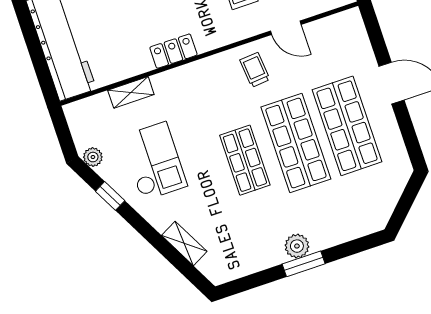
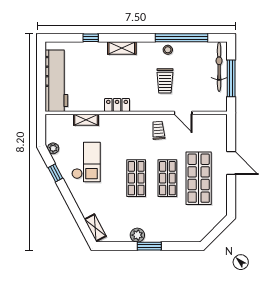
shop shelf: (296, 143) -> (167, 178), width x0.70, depth x0.74
shelving: (184, 243) -> (95, 228), moved
plant: (297, 246) -> (137, 235), moved

